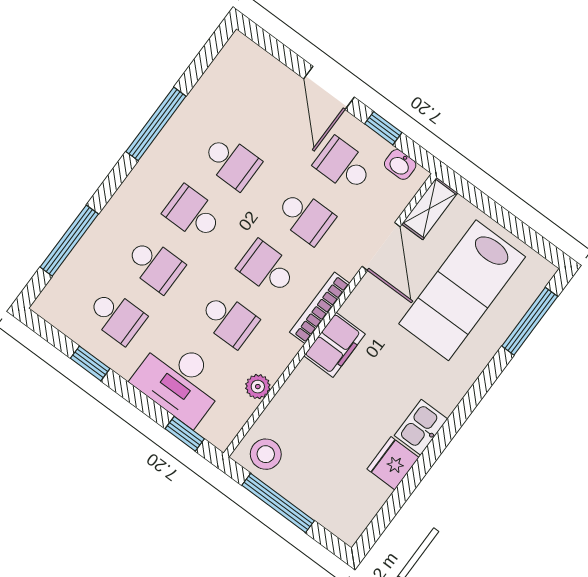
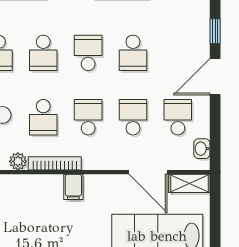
window: (383, 128) -> (215, 31), moved
school desk: (305, 217) -> (133, 117), turned 180
door: (381, 247) -> (148, 172), hinge flipped
bookcase: (320, 308) -> (55, 163), moved
filing cabinet: (334, 345) -> (73, 187), width x0.50

